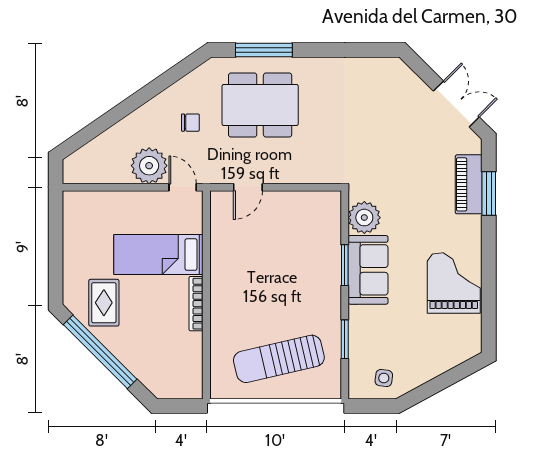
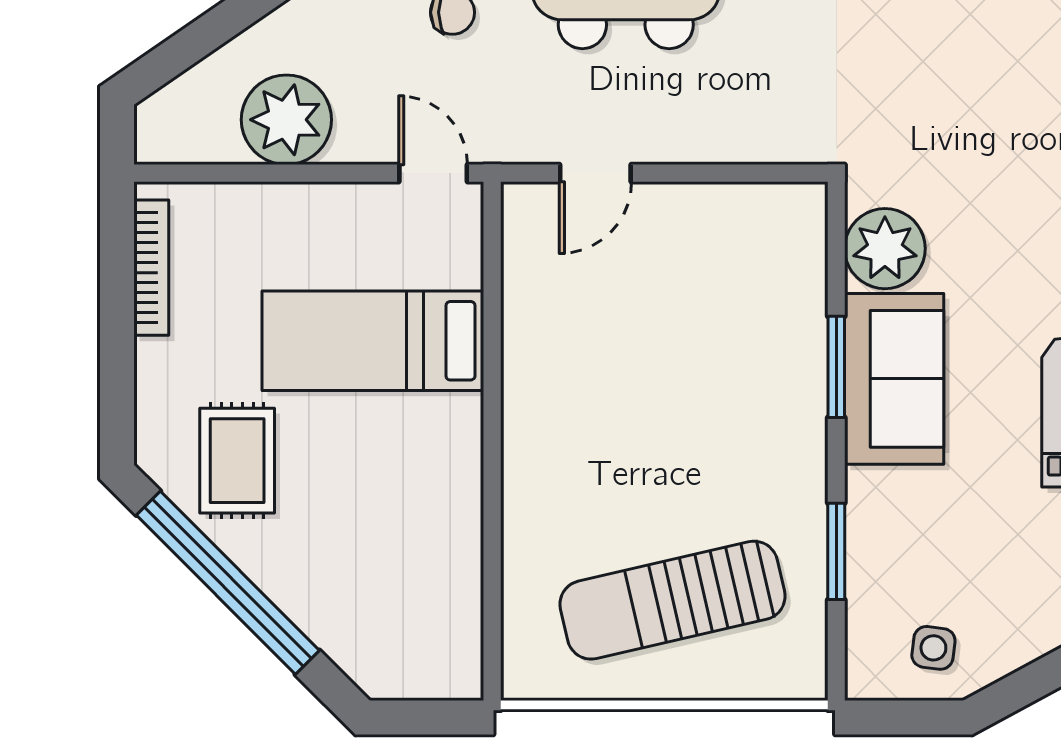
plant: (149, 166) -> (286, 120), moved
bookcase: (196, 304) -> (151, 268), moved, turned 180

